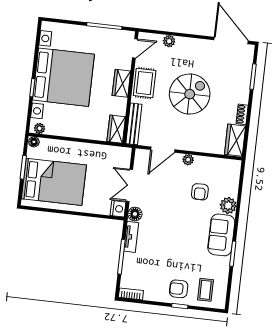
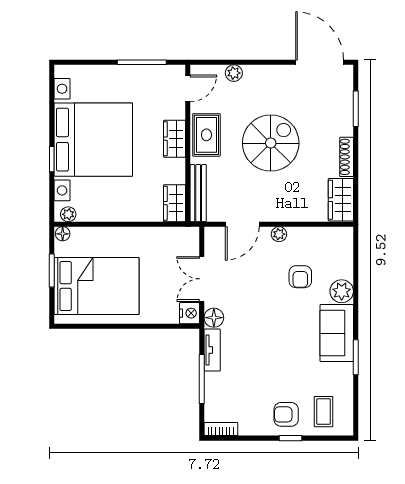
shoe rack: (242, 114) -> (347, 157), width x1.43

